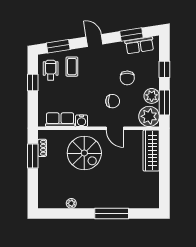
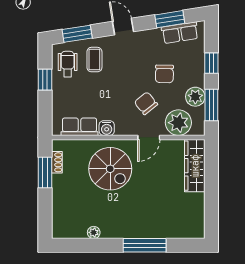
chair: (113, 101) -> (146, 103), turned -129
plant: (149, 116) -> (178, 123), moved
door: (115, 128) -> (149, 137), hinge flipped

